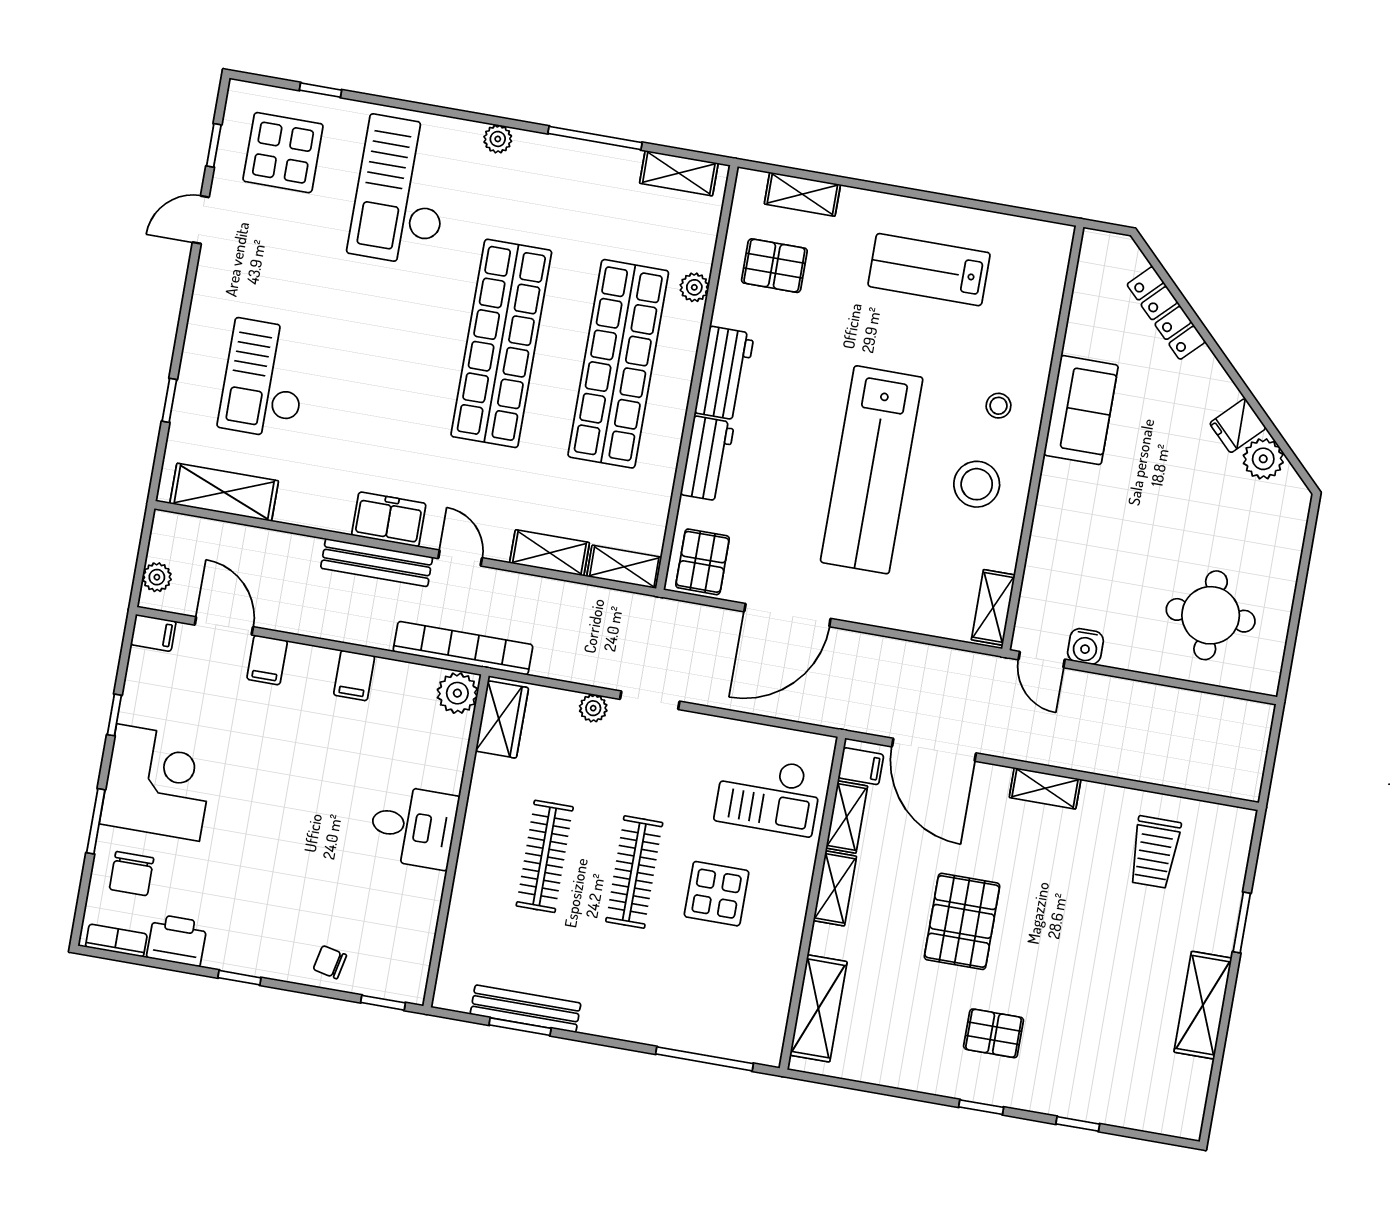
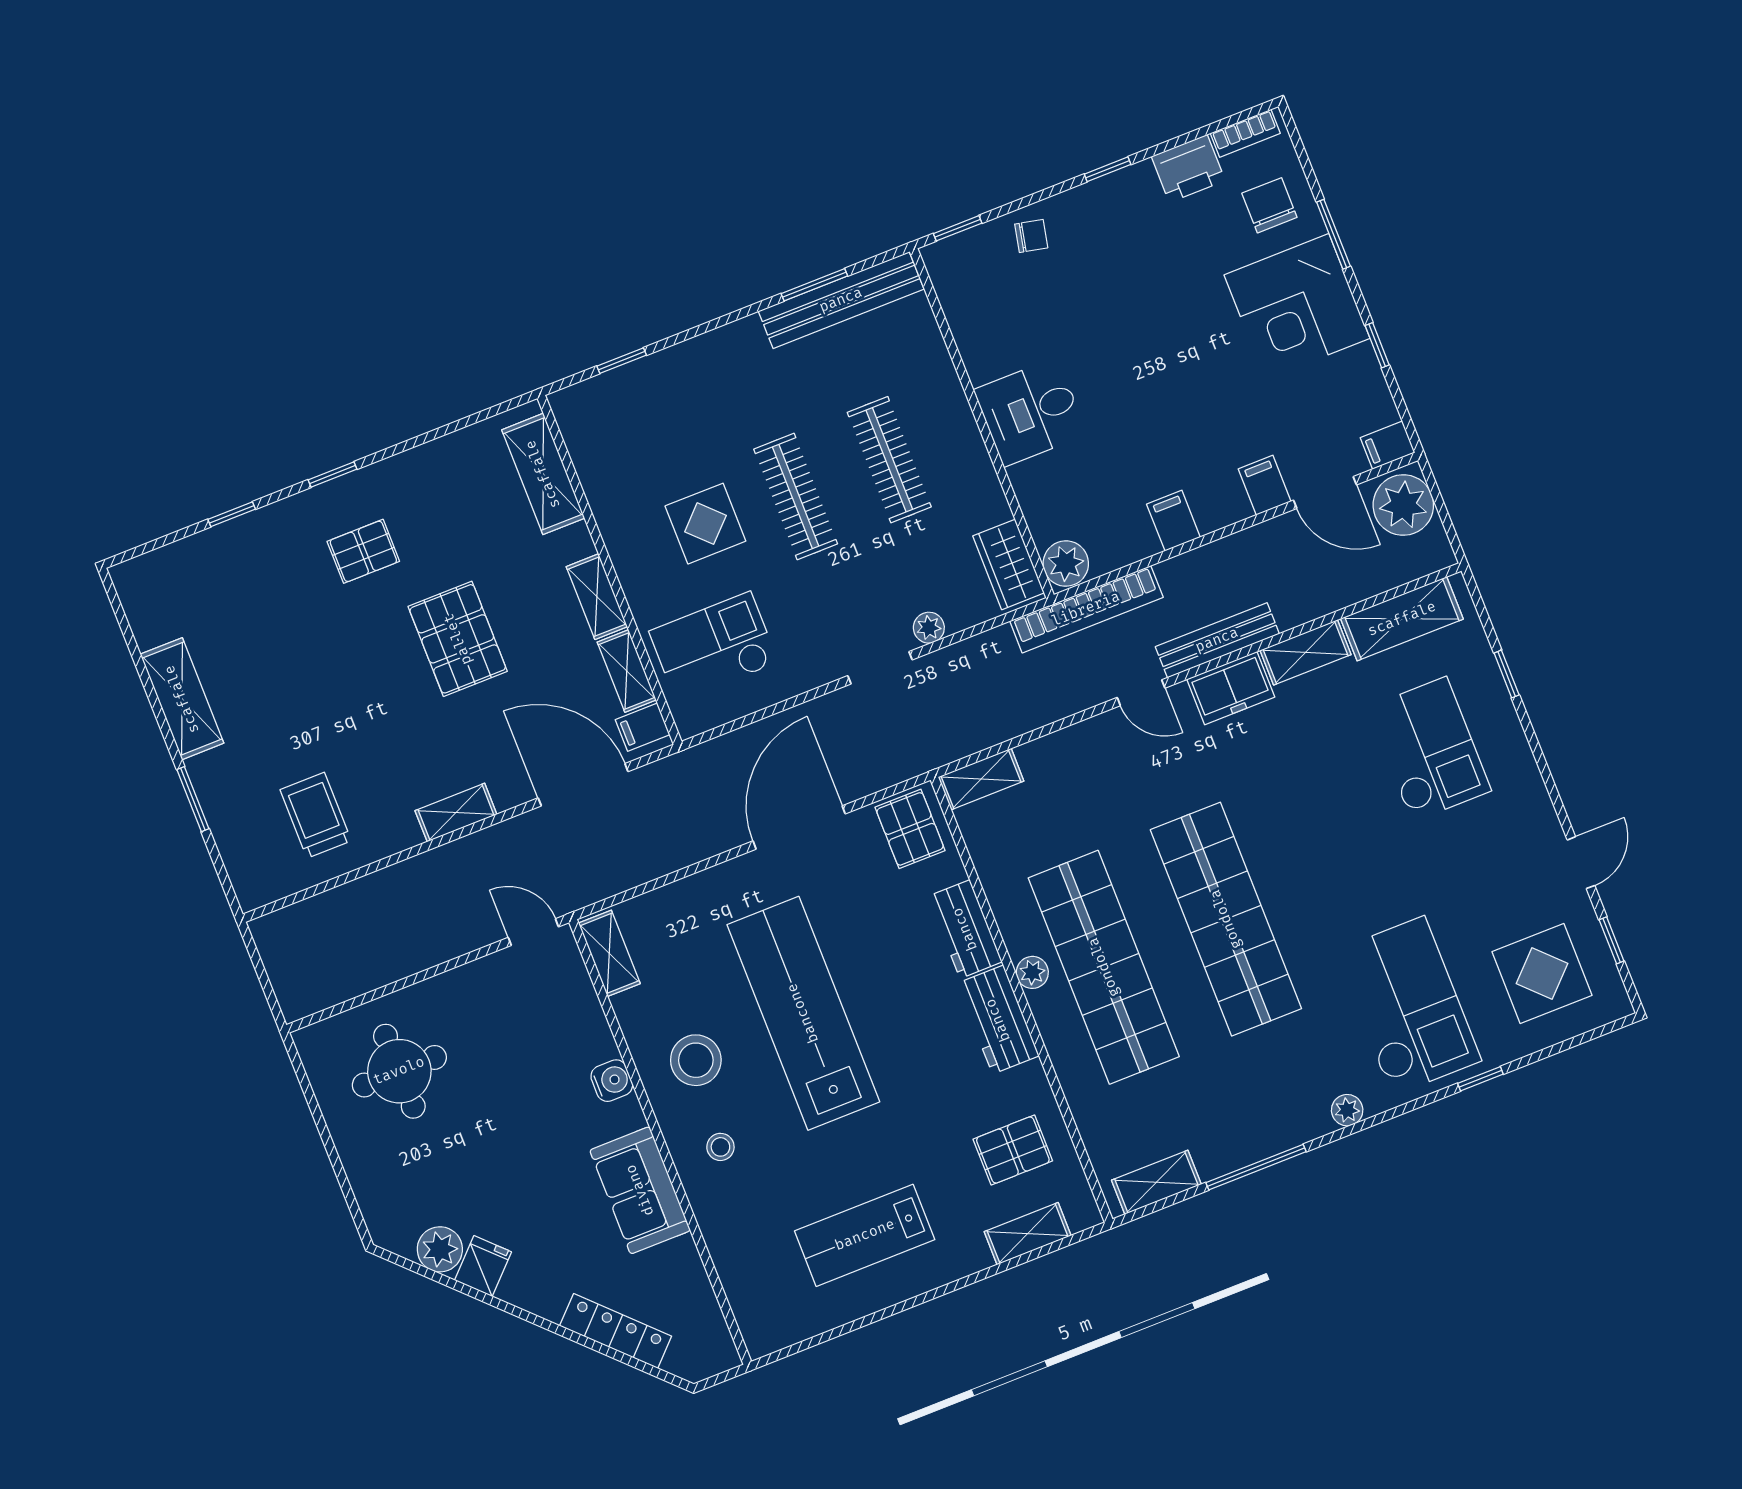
window: (321, 90) -> (1480, 1079), moved
lab bench: (929, 270) -> (865, 1235), turned 180
plant: (694, 287) -> (1032, 972), moved
shelving: (550, 553) -> (1306, 652), moved
plant: (157, 577) -> (1403, 505), width x1.88, depth x1.88
water cooler: (1085, 646) -> (612, 1081), moved, turned 90
bench: (526, 1009) -> (841, 300), width x1.37, depth x1.21
window: (704, 1059) -> (622, 361), width x0.46

